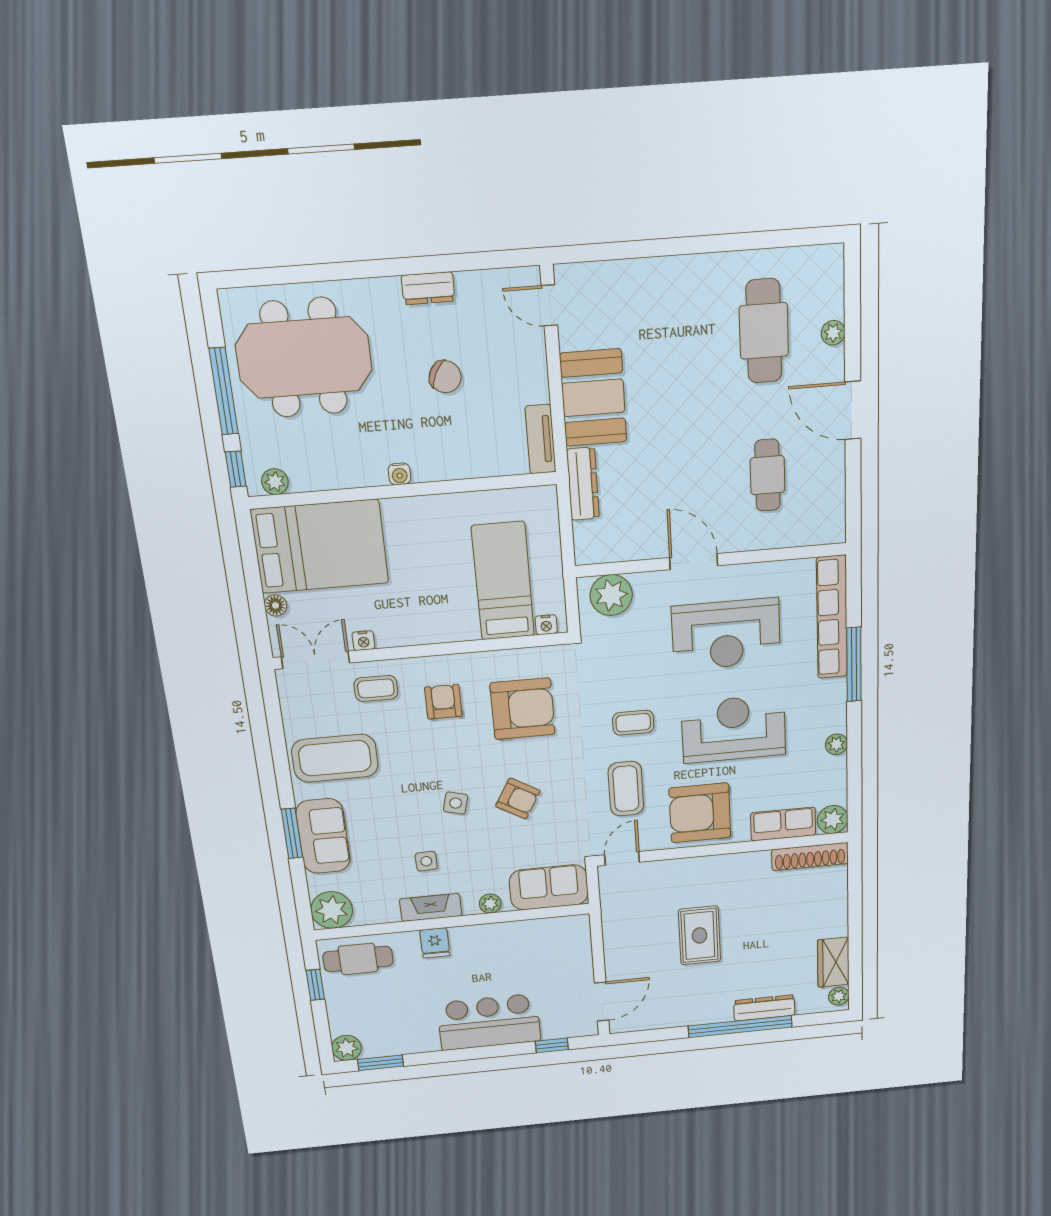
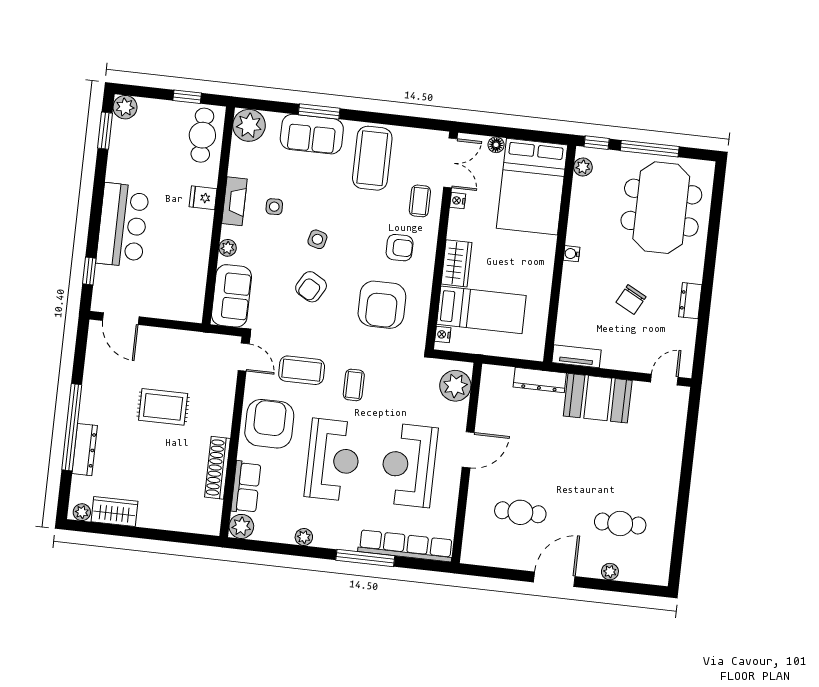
cafe table: (764, 331) -> (620, 524), width x0.73, depth x0.74
wardrobe: (448, 626) -> (456, 263), added
shoe rack: (810, 857) -> (217, 468), moved

